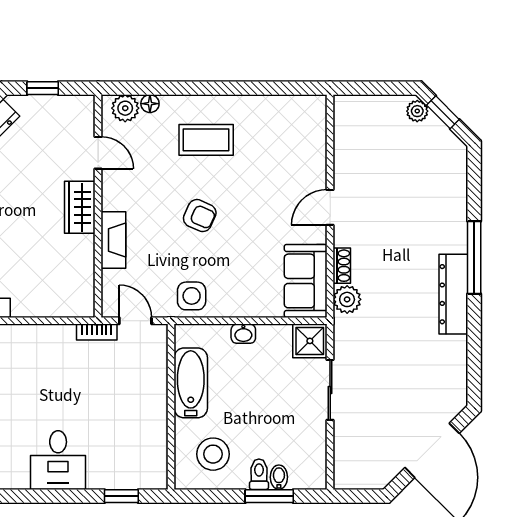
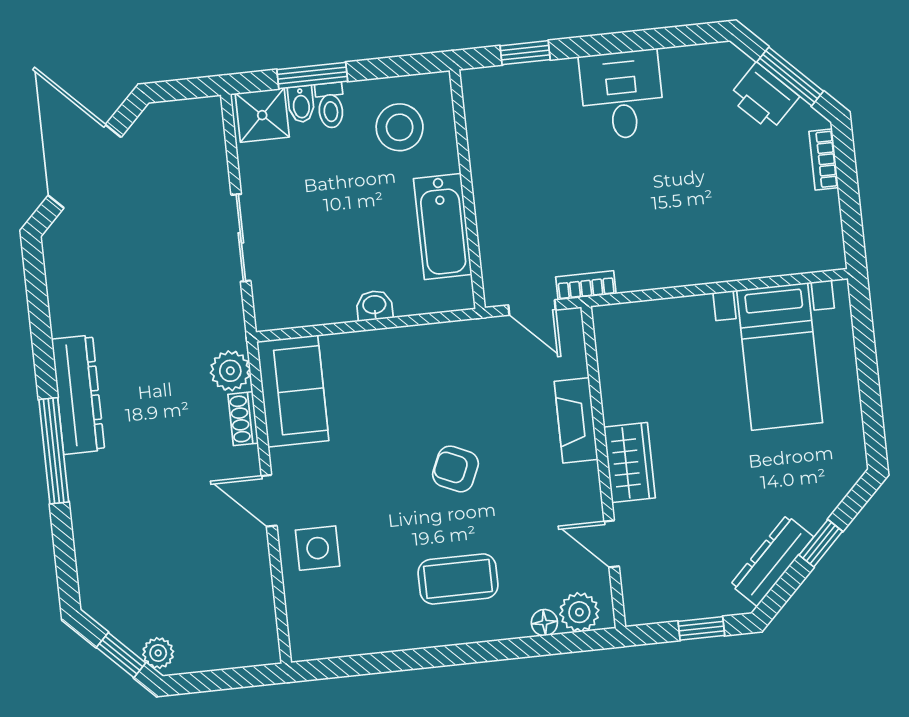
door: (330, 207) -> (269, 501), swing flipped
side table: (192, 296) -> (318, 548), moved
shower: (310, 341) -> (262, 115), moved

